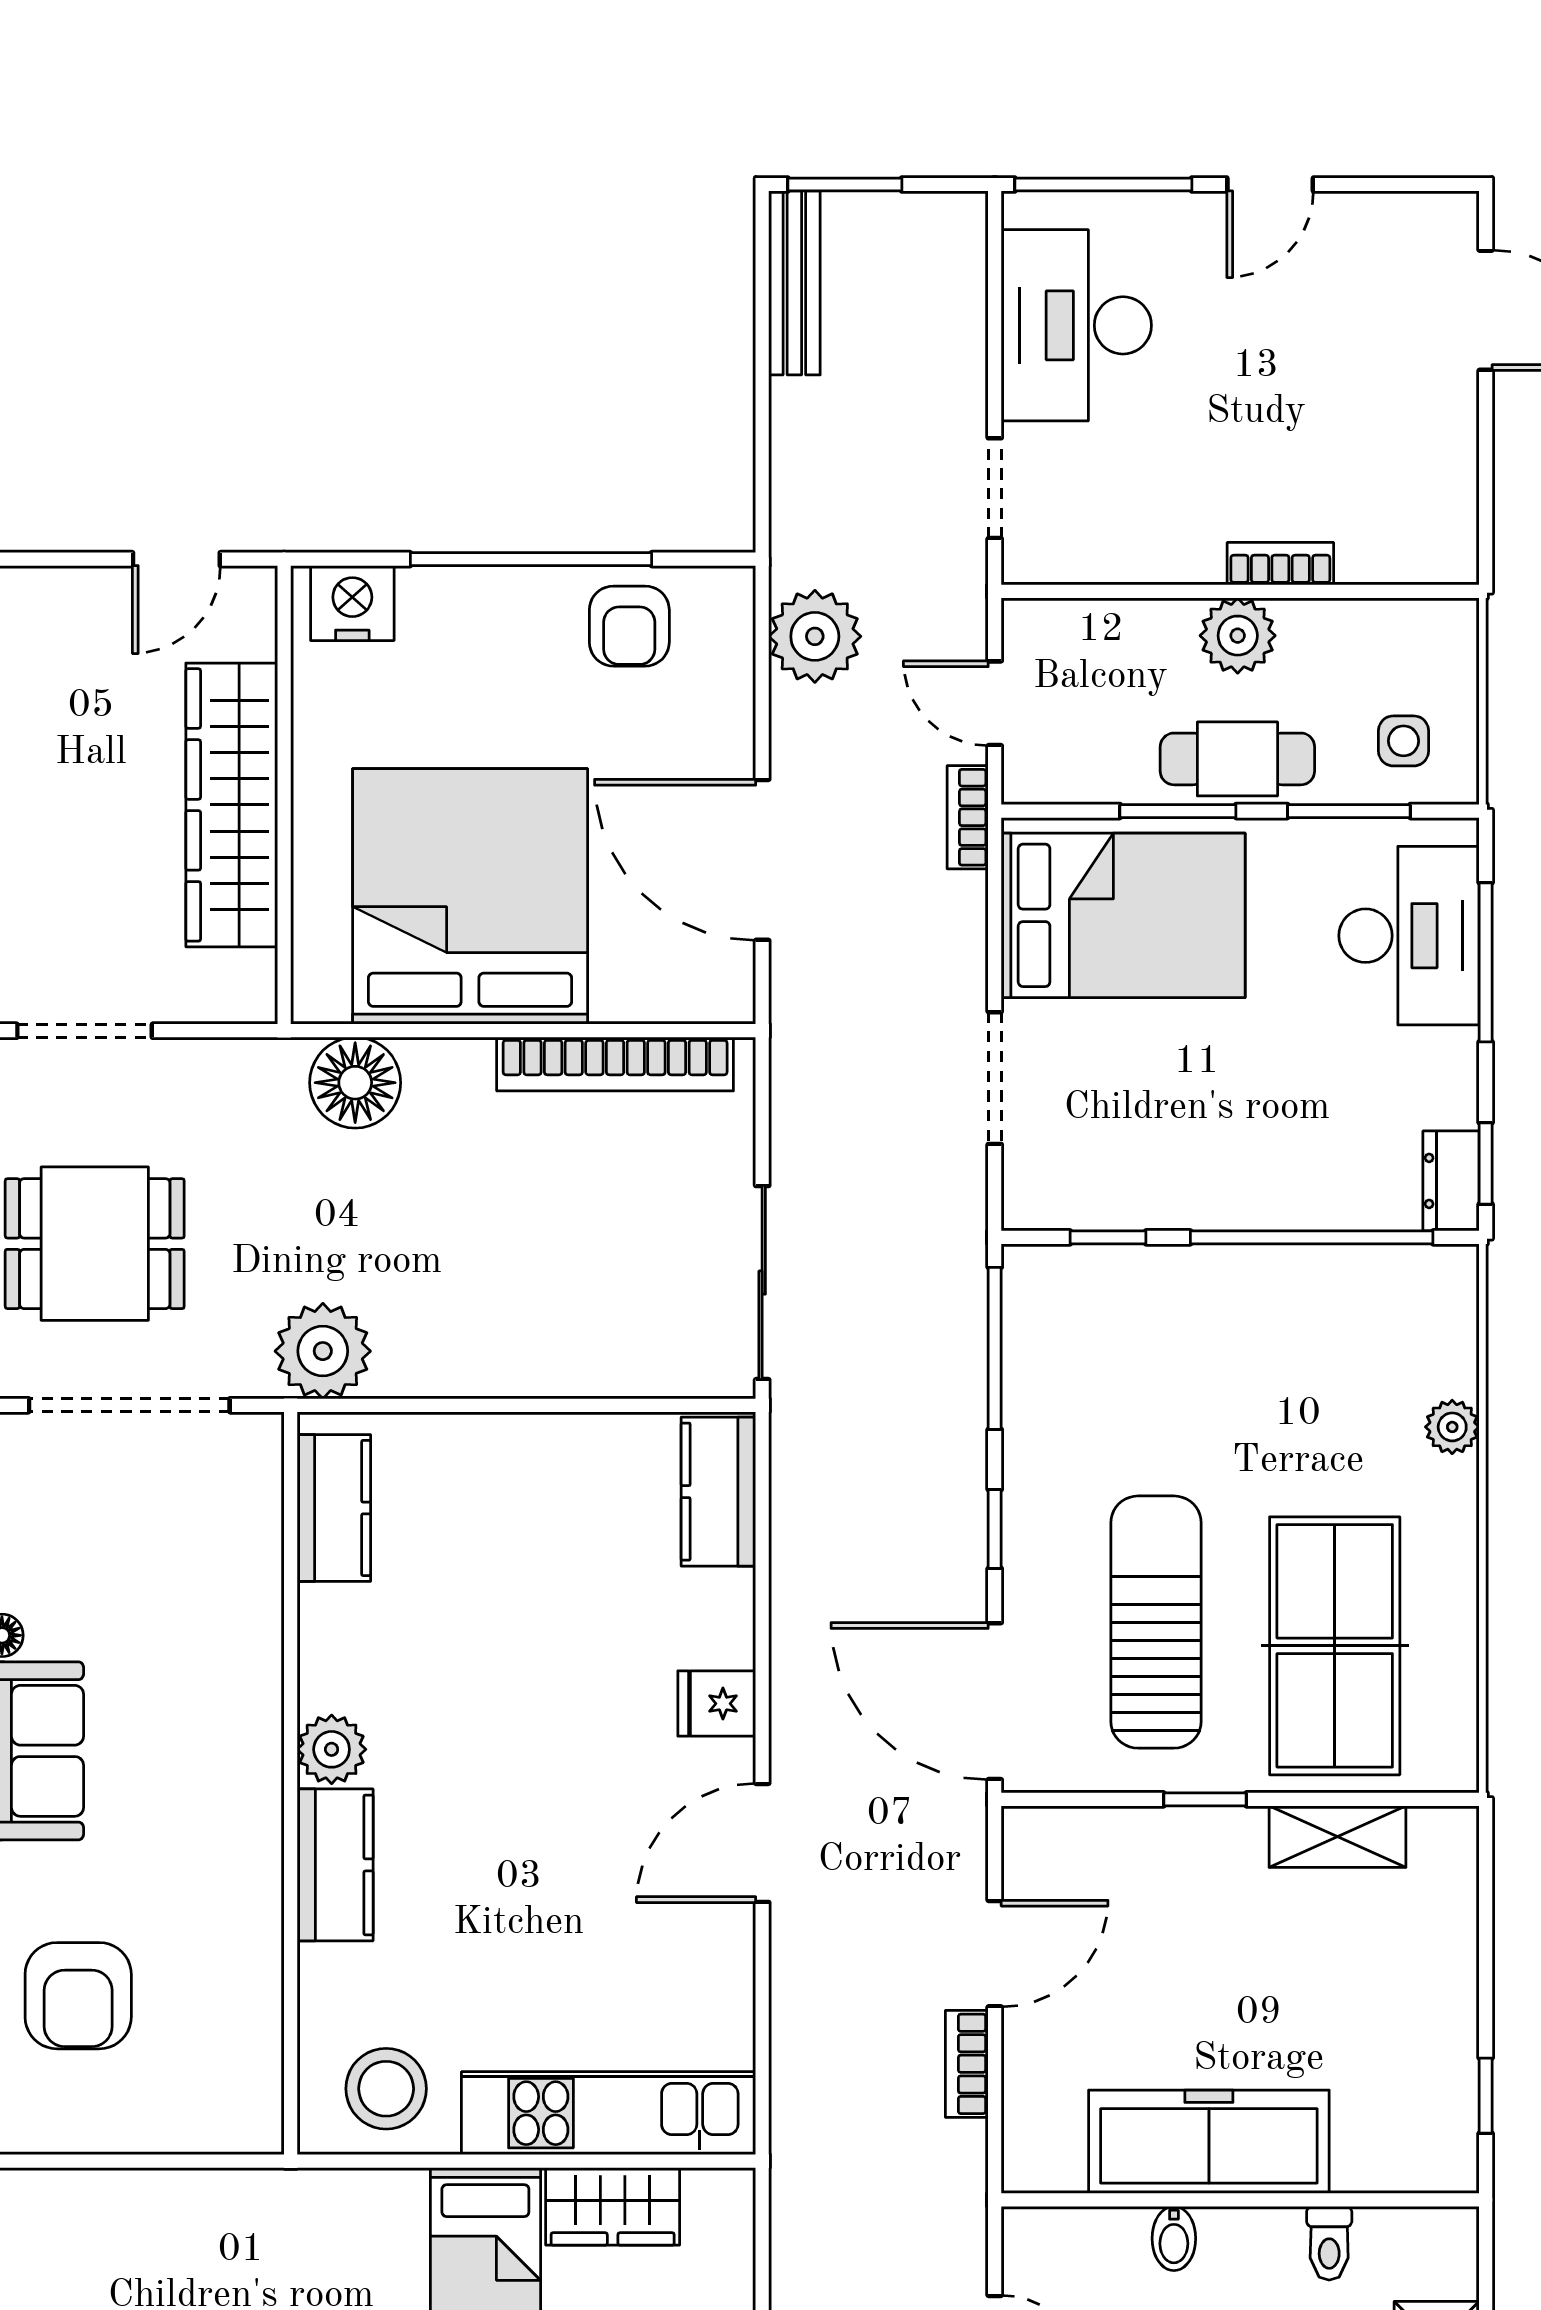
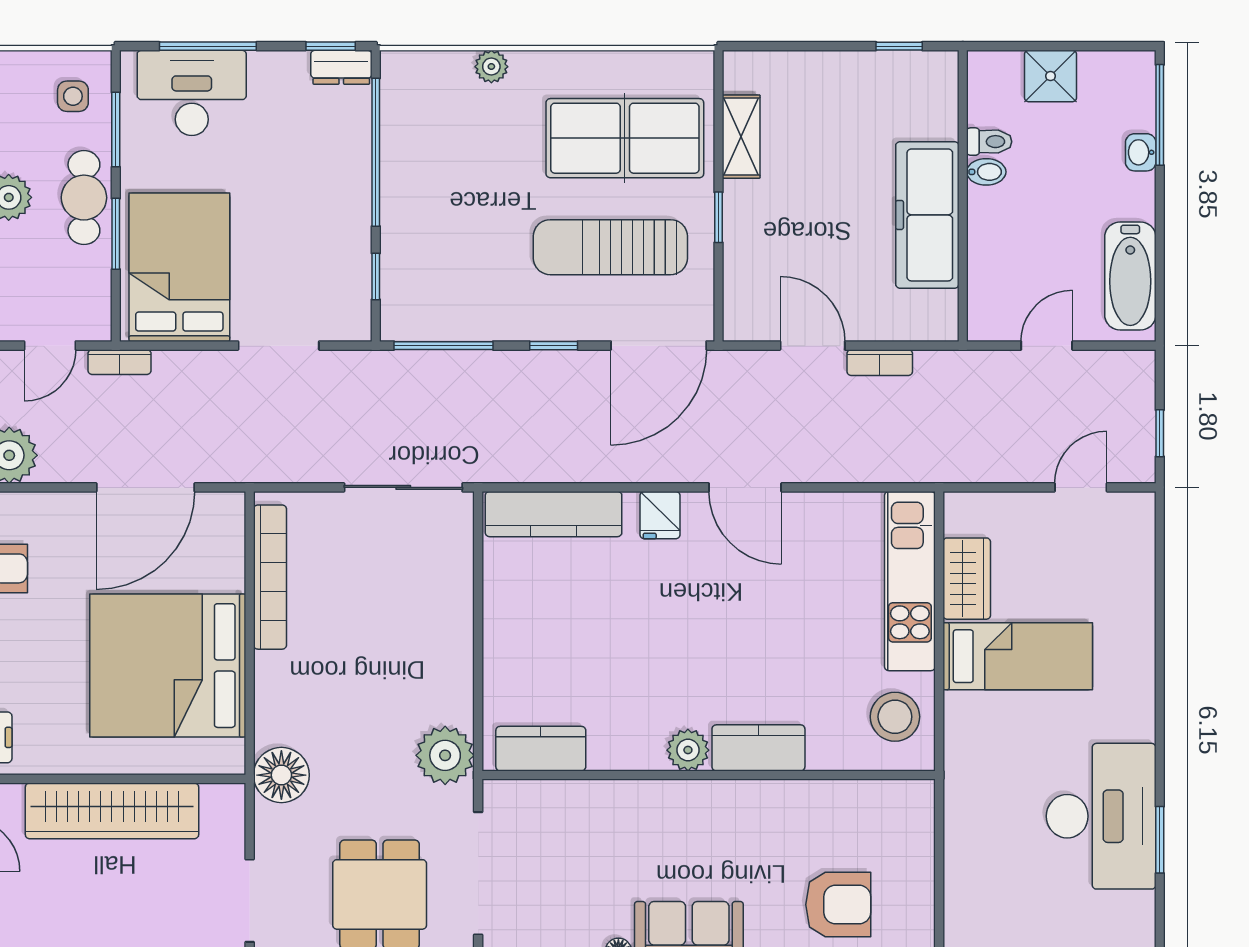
floor lamp: (355, 1083) -> (281, 775), moved
kitchen counter: (718, 1492) -> (554, 514), width x1.50
bidet: (1174, 2238) -> (986, 172), moved

